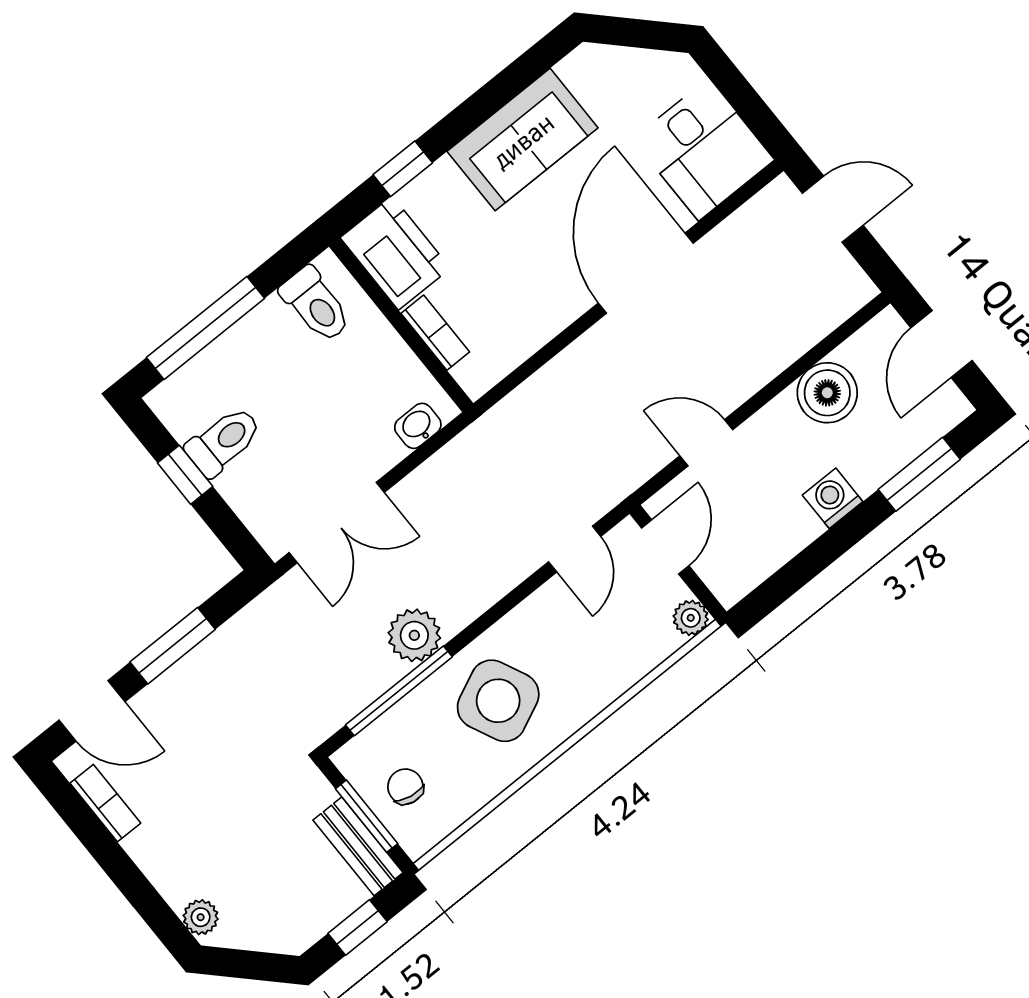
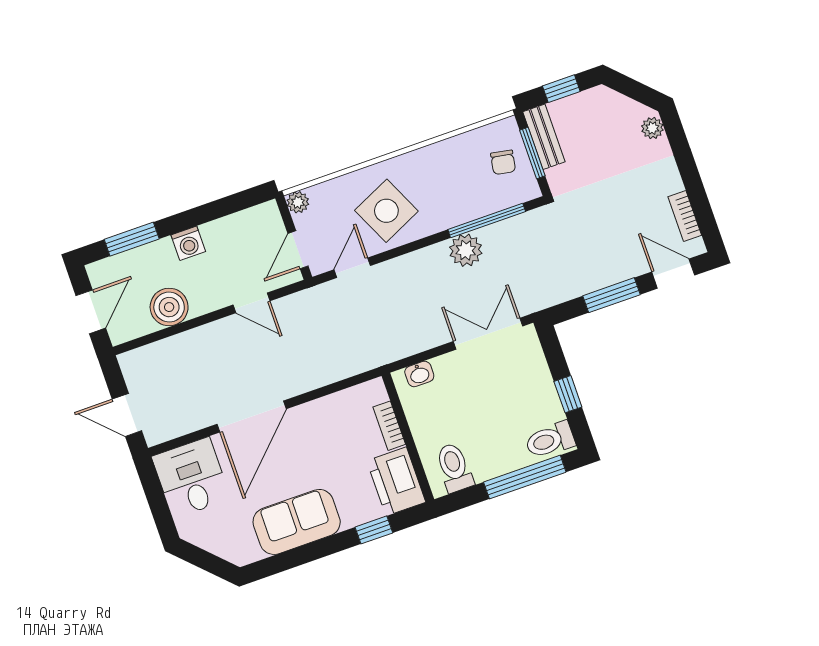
toilet: (224, 441) -> (550, 440), moved
side table: (498, 701) -> (386, 211), moved

